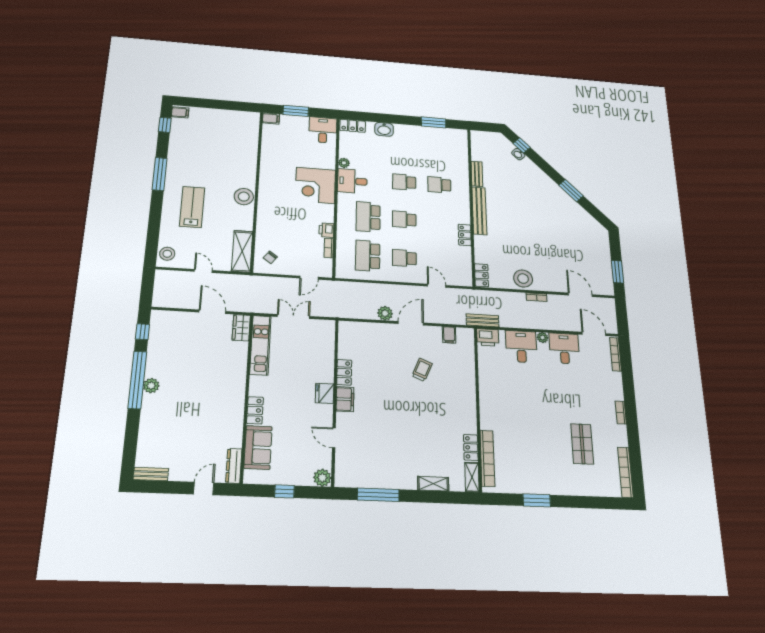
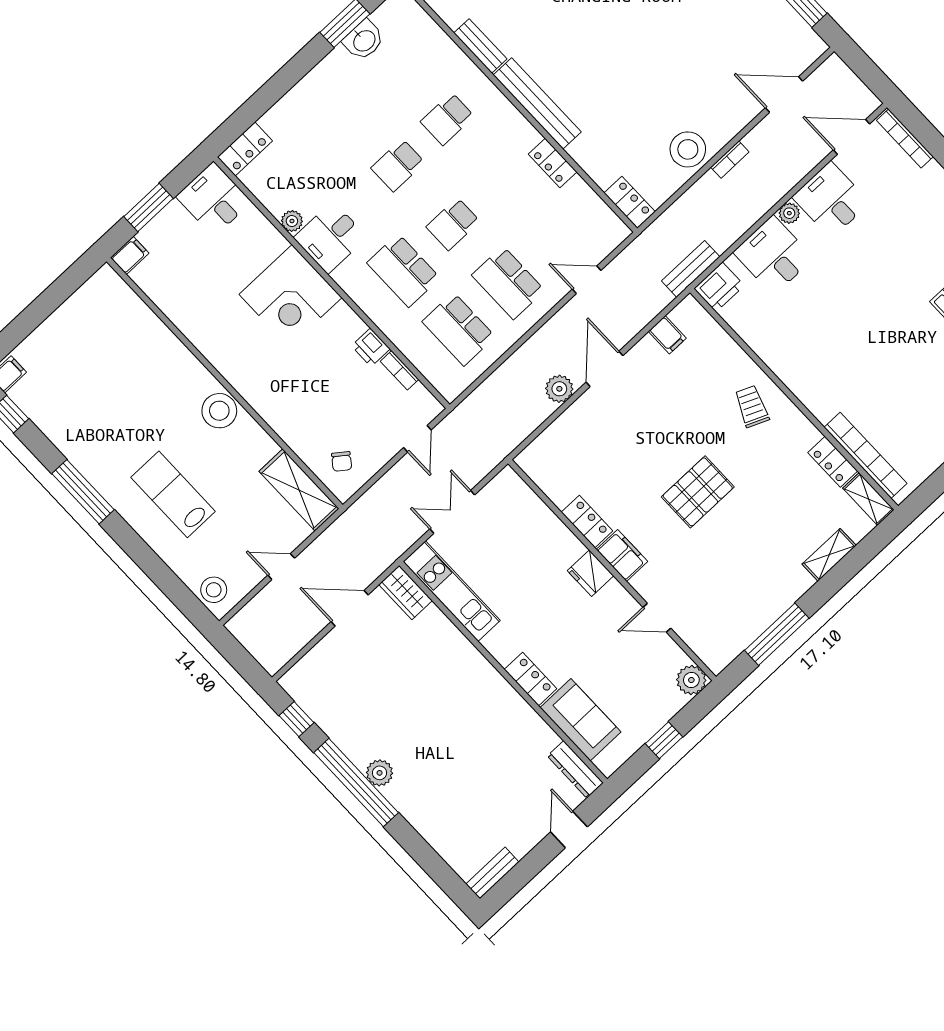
washbasin: (384, 129) -> (364, 40), moved
school desk: (404, 258) -> (508, 283), width x1.85
trolley: (422, 370) -> (752, 406), moved
pallet: (402, 405) -> (698, 492), added

